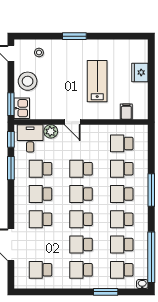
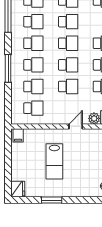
window: (74, 36) -> (52, 200), moved
fridge: (140, 72) -> (18, 189), moved
filing cabinet: (126, 112) -> (18, 135), moved
door: (72, 122) -> (76, 126), hinge flipped

